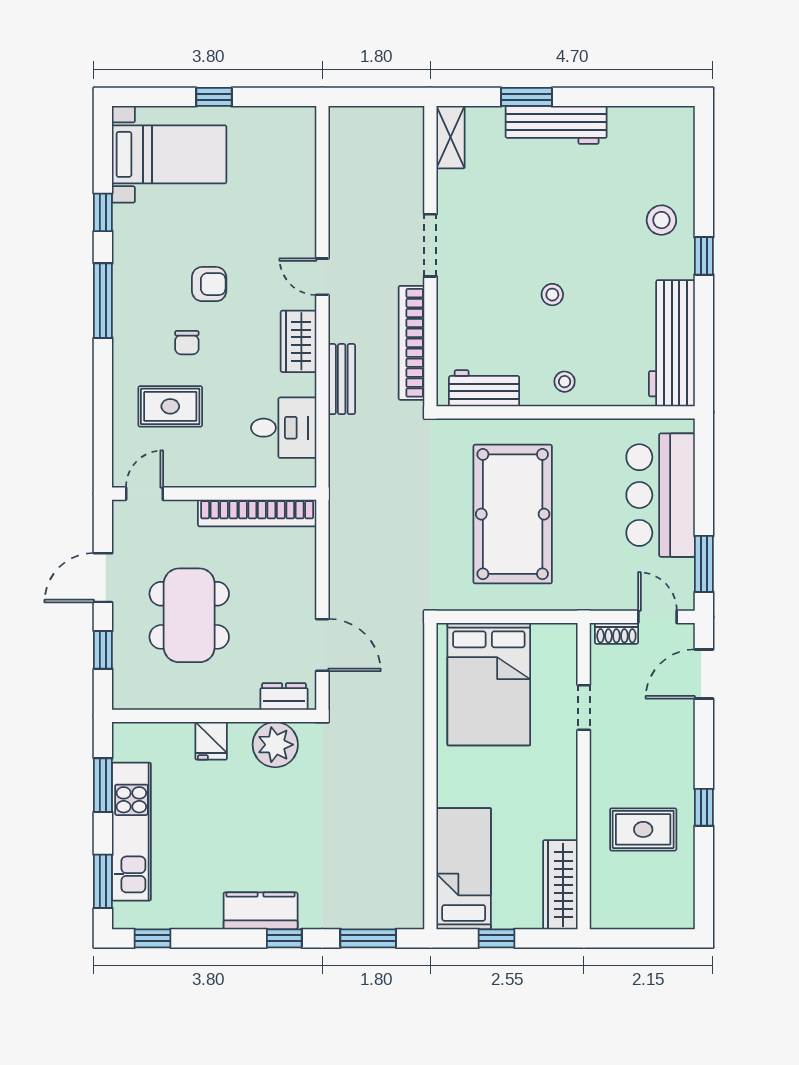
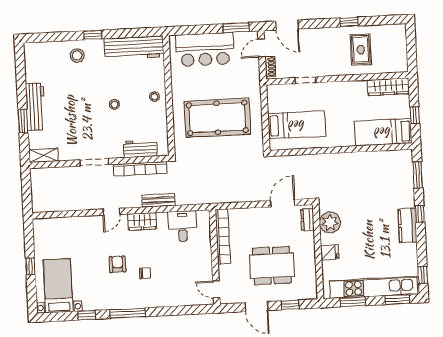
workbench: (484, 388) -> (140, 149), moved, turned 90
rug: (170, 406) -> (175, 279), removed
bed: (489, 684) -> (297, 125), width x0.67
kitchen unit: (131, 832) -> (374, 287), width x1.36

